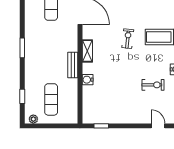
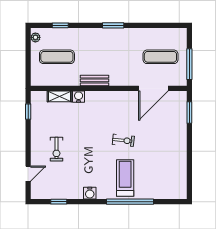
shelving: (87, 51) -> (60, 96), moved
exercise bike: (153, 85) -> (56, 149), moved

